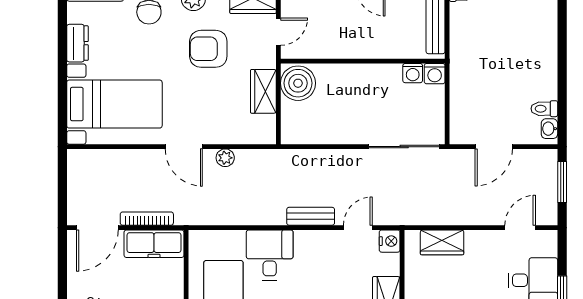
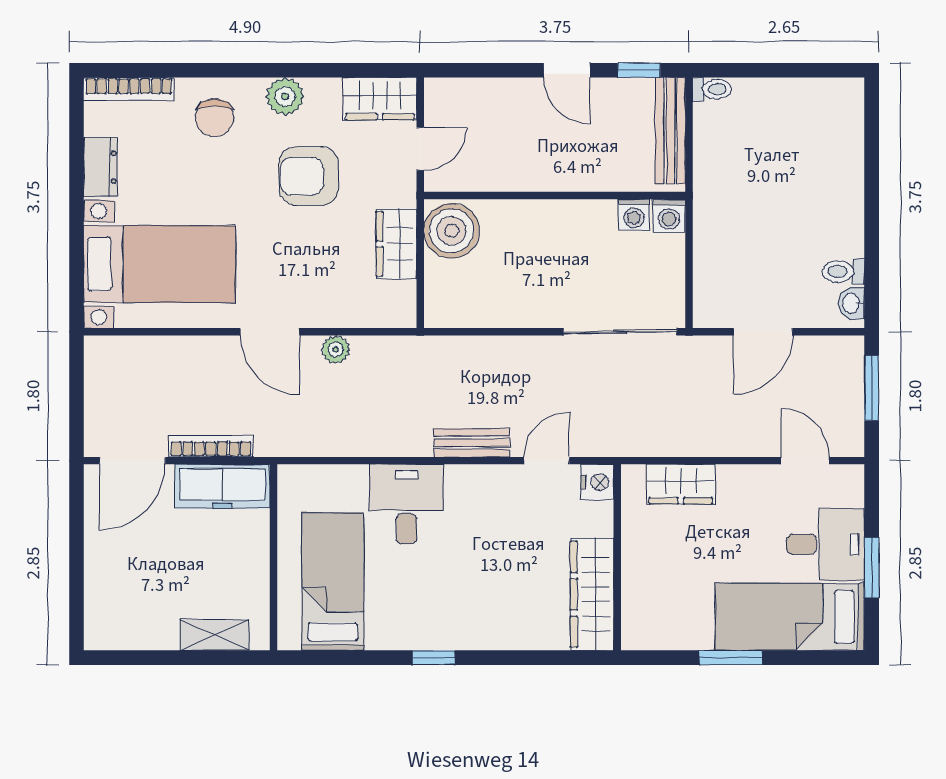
door: (520, 228) -> (805, 461), hinge flipped

